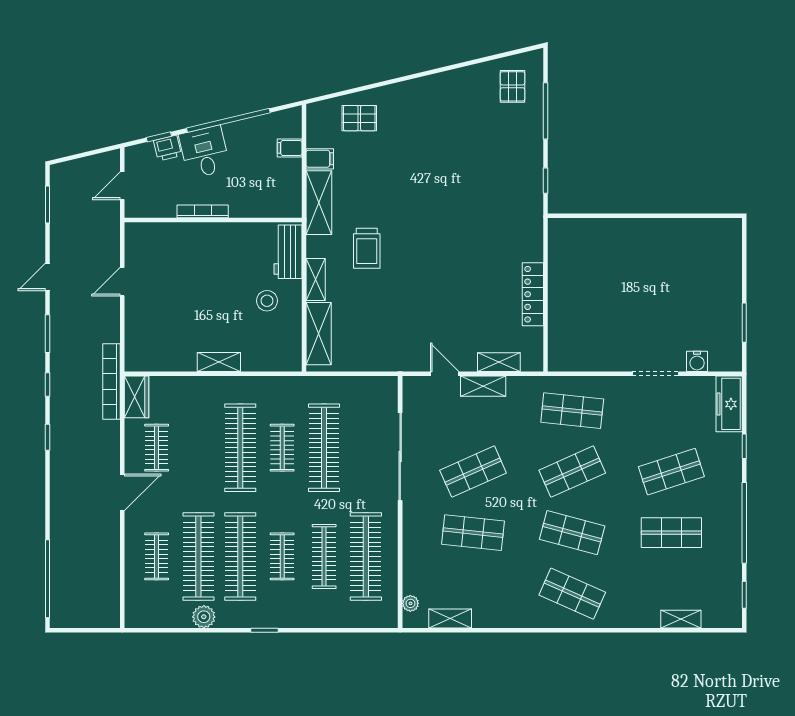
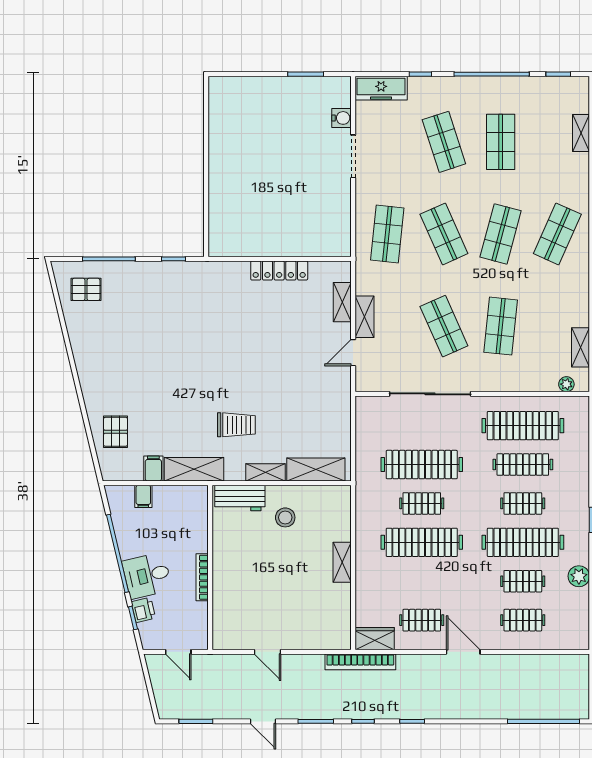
clothes rail: (198, 556) -> (523, 581), width x0.54, depth x0.76

